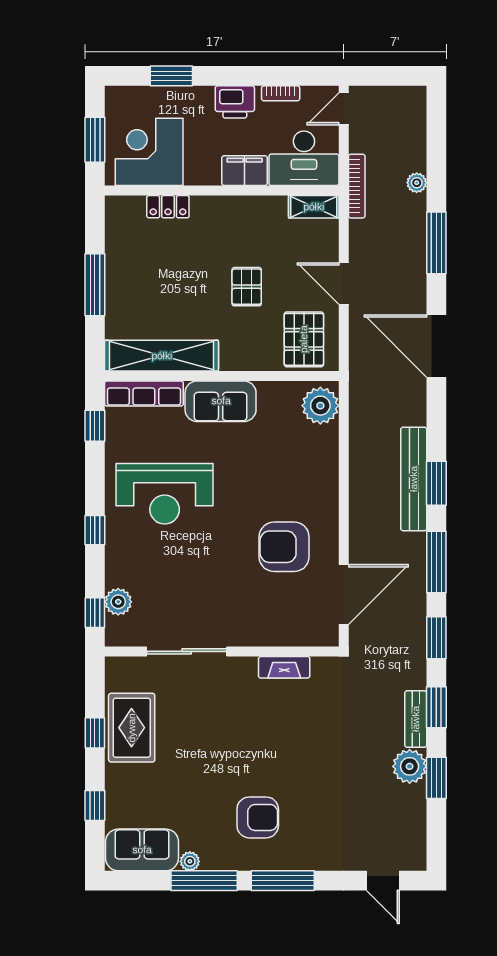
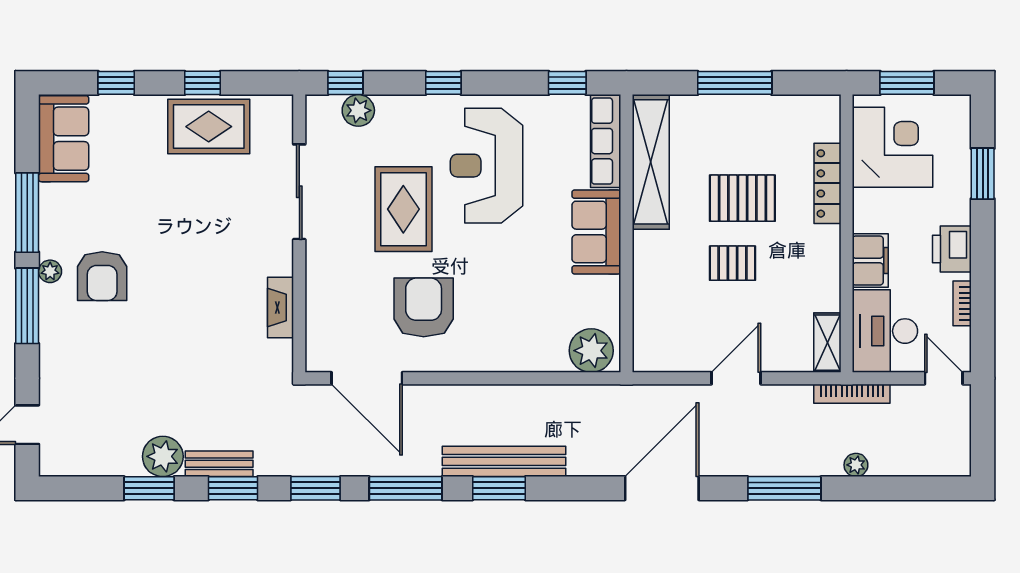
locker: (168, 207) -> (827, 183), width x1.53
pallet: (304, 339) -> (742, 198), moved
rug: (201, 564) -> (403, 209), added
plant: (190, 861) -> (50, 271), moved

